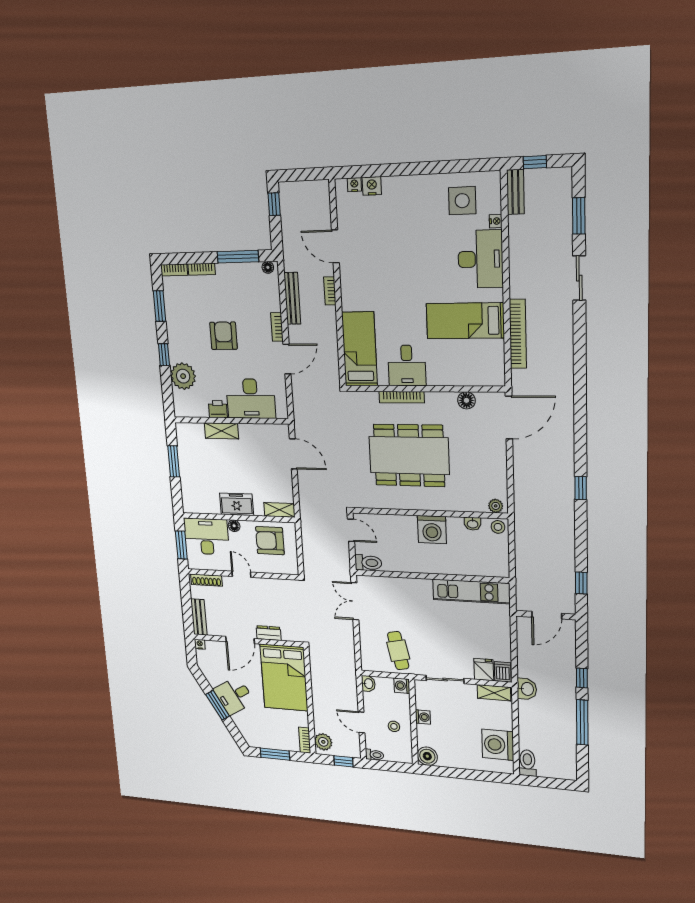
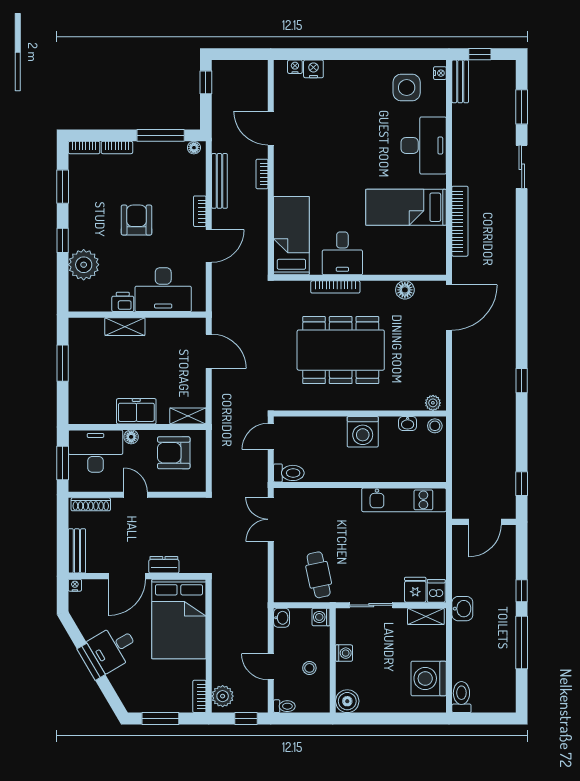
nightstand: (496, 221) -> (440, 73), moved
door: (351, 530) -> (271, 436), swing flipped

